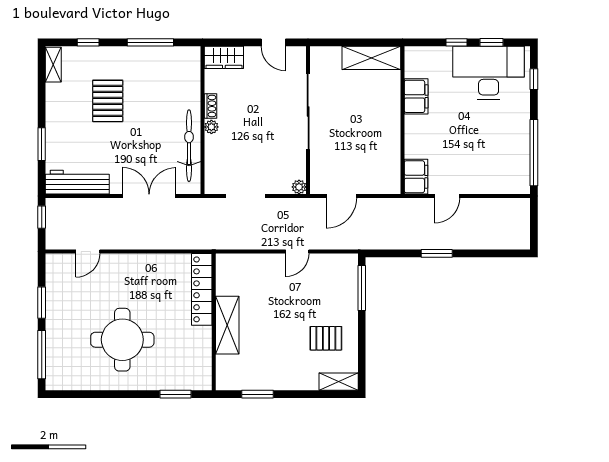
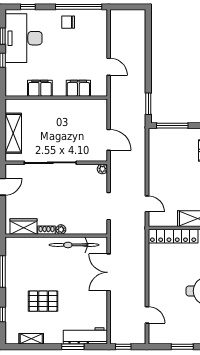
wardrobe: (224, 57) -> (23, 226), moved, turned -90
shelving: (371, 58) -> (13, 133), moved
shelving: (53, 65) -> (31, 339), moved
chair: (512, 137) -> (68, 22), added
filing cabinet: (416, 177) -> (78, 88), moved
workbench: (77, 182) -> (85, 336), moved, turned 90
door: (297, 252) -> (147, 204), moved
window: (437, 253) -> (148, 104), moved

